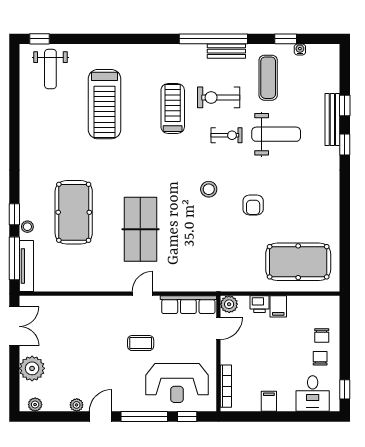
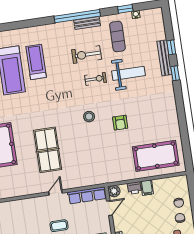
treadmill: (173, 108) -> (36, 62), moved

